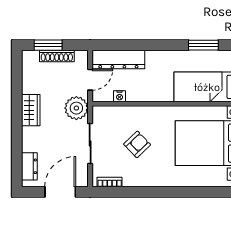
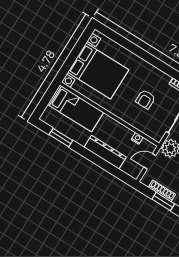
dresser: (118, 59) -> (105, 152), moved
armchair: (137, 144) -> (145, 99), turned -46

